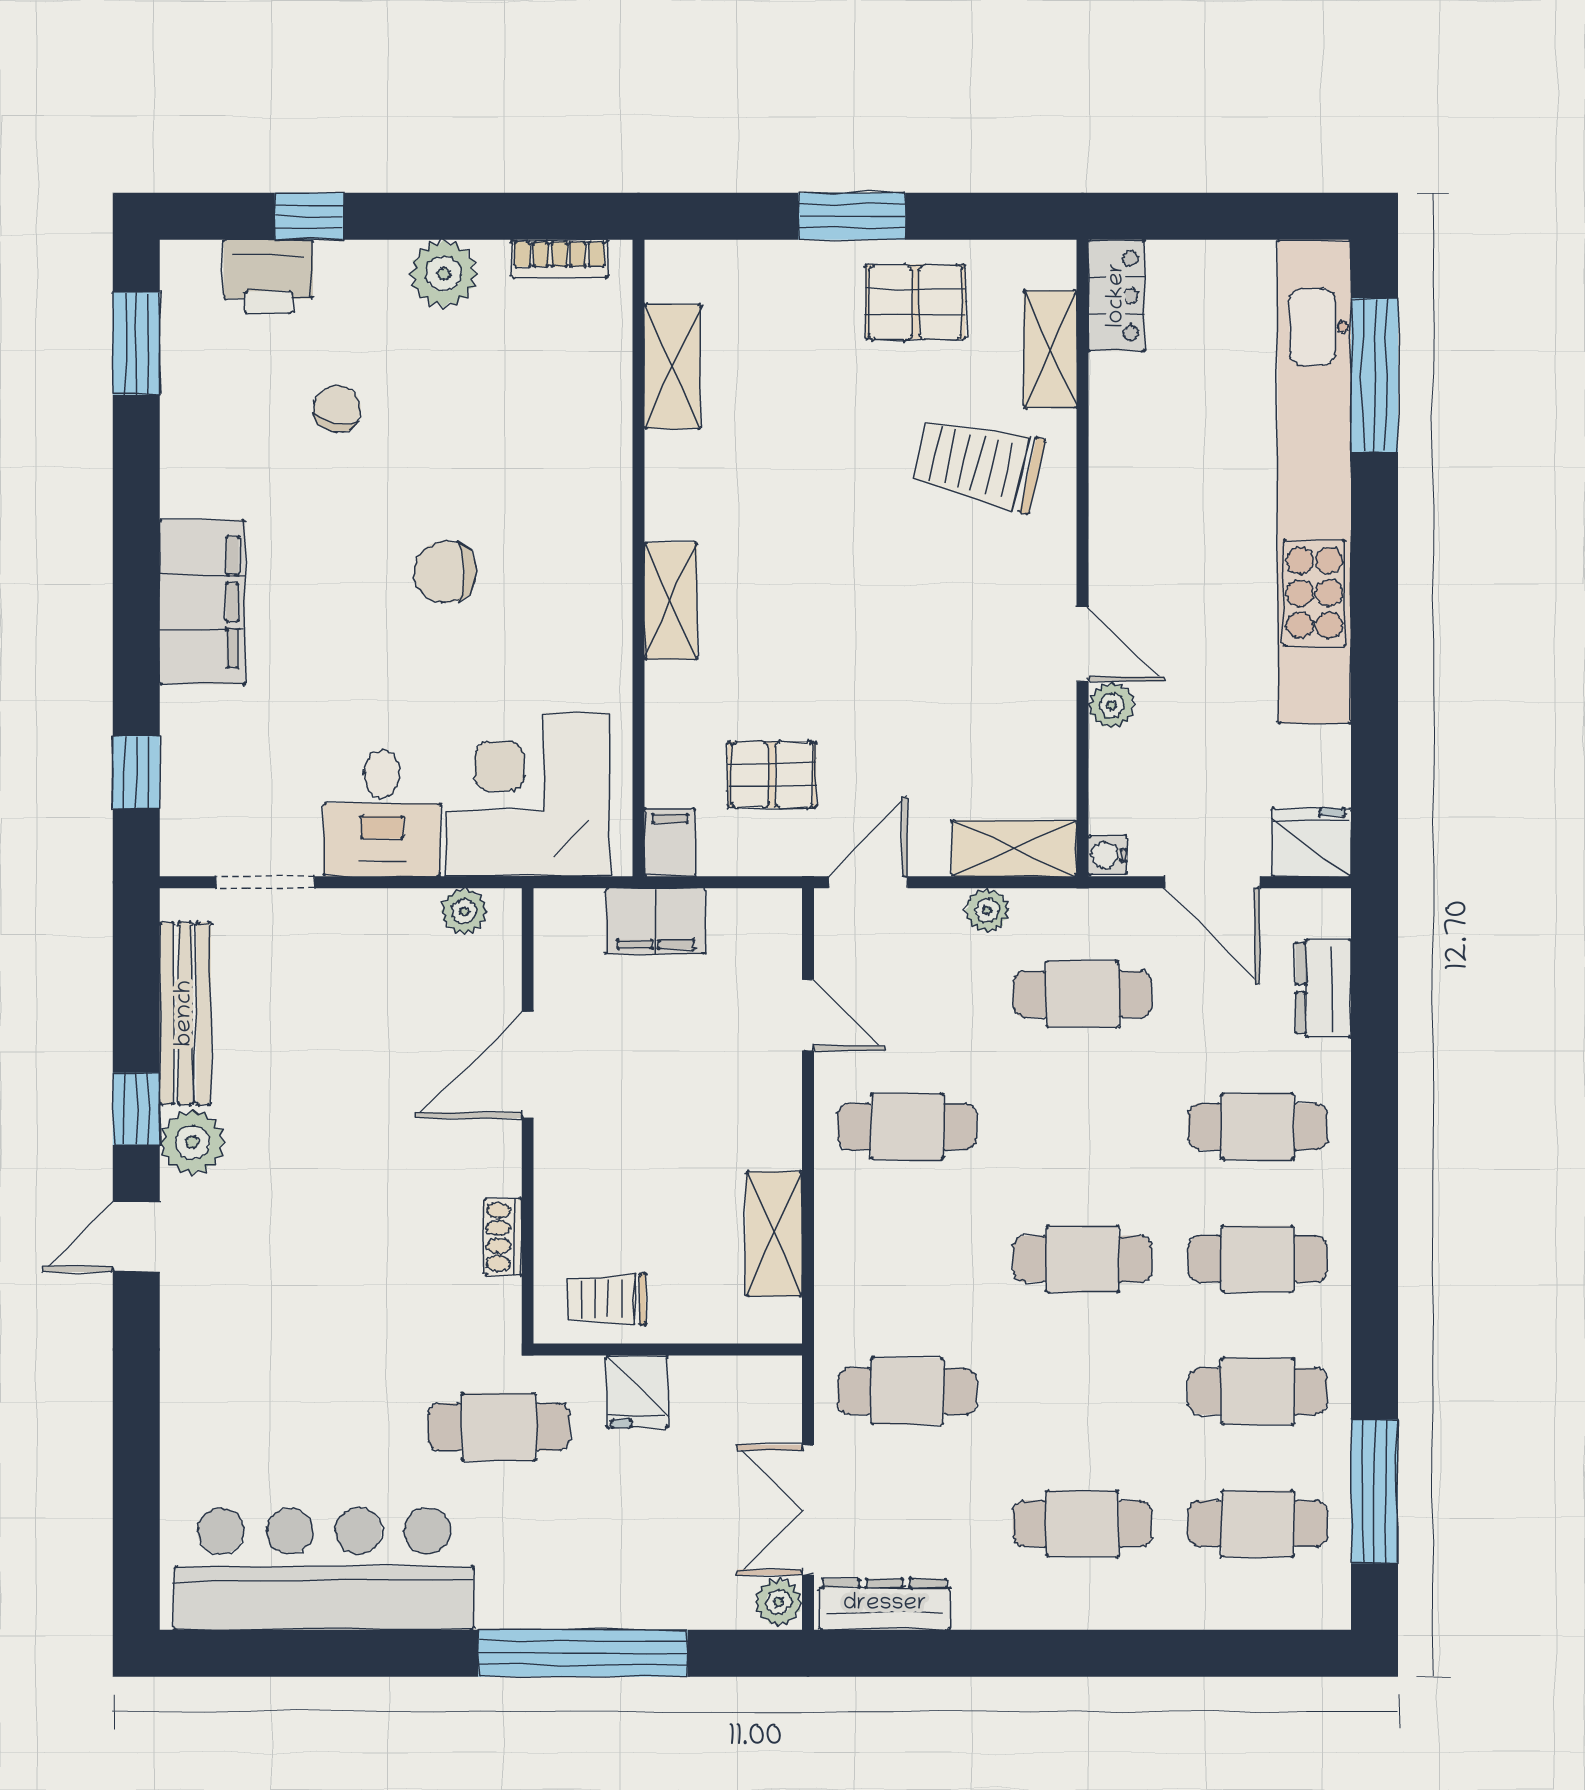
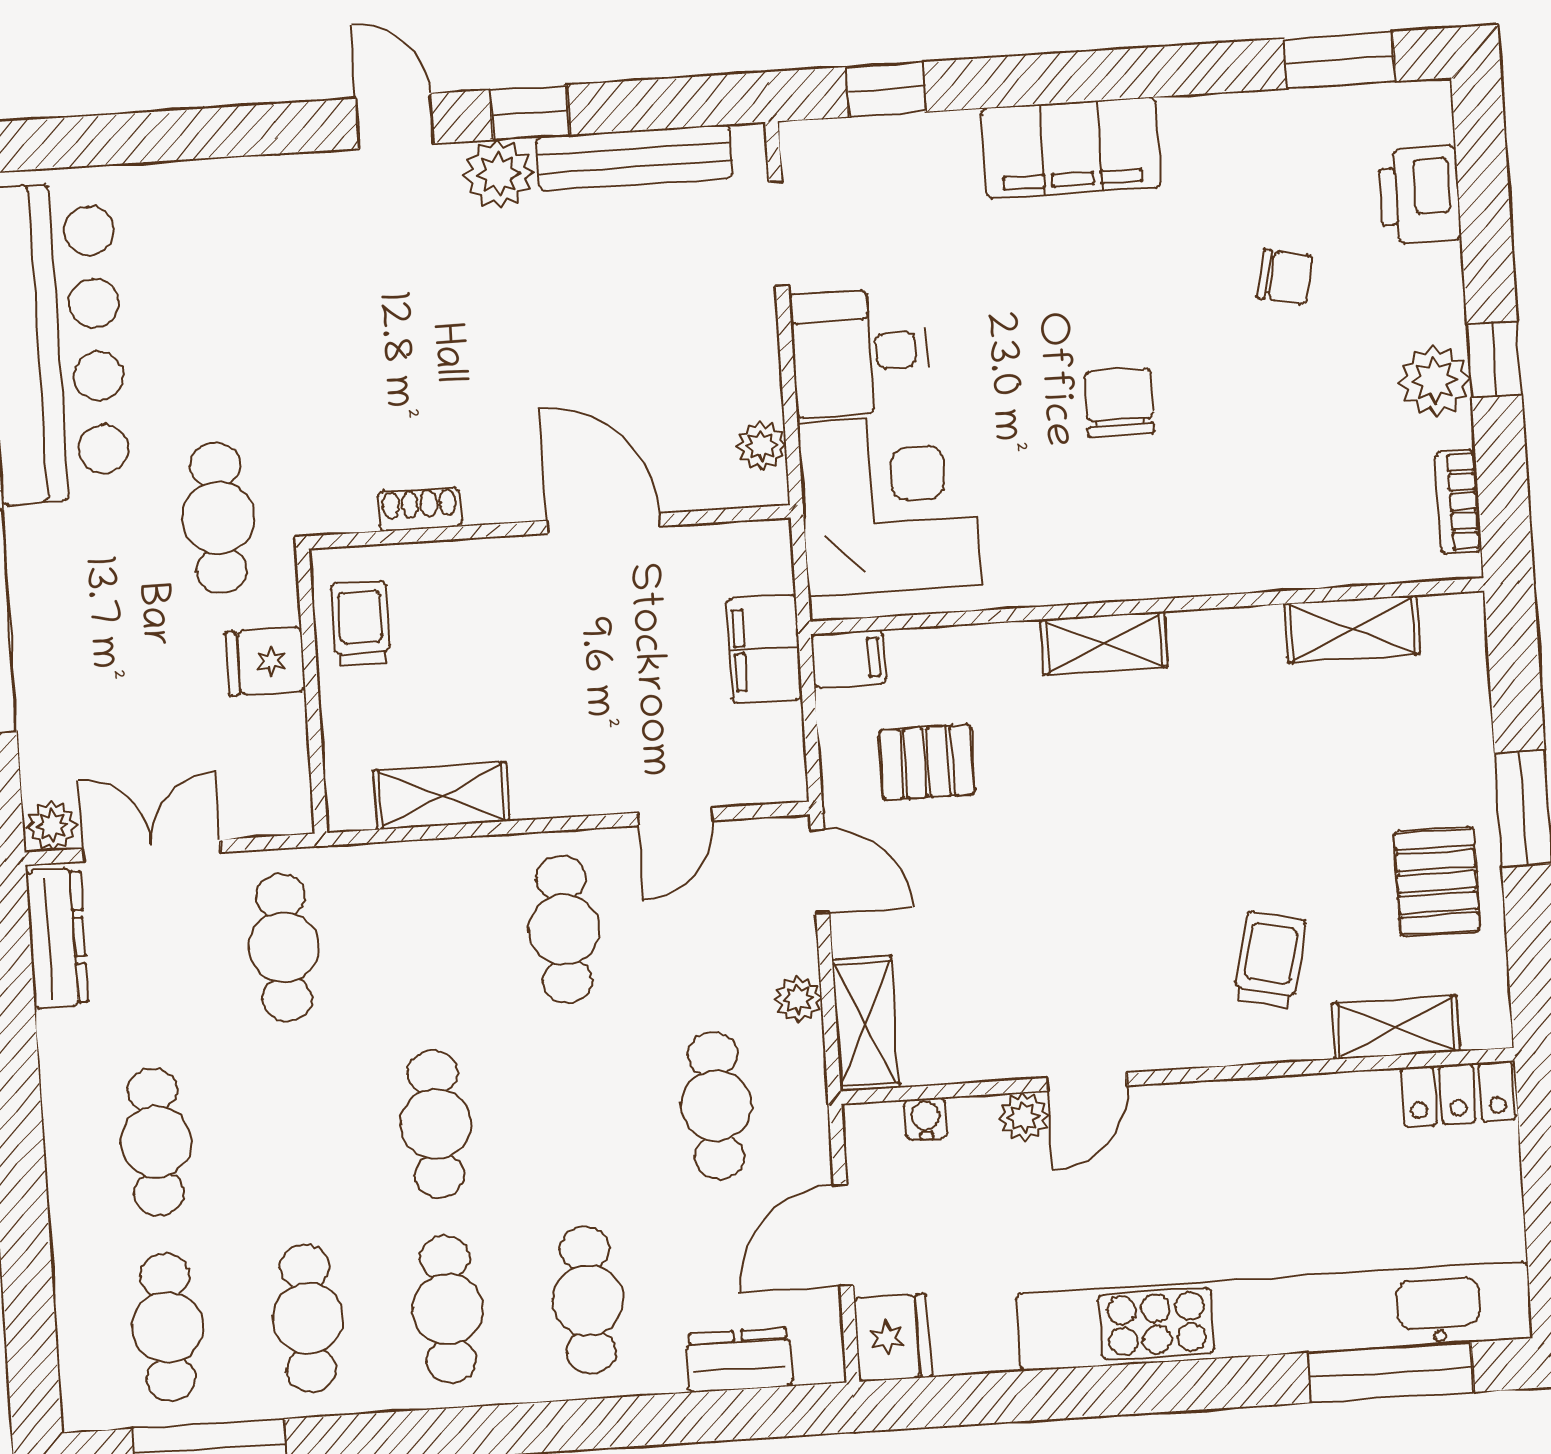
window: (309, 216) -> (1494, 359), moved
trolley: (979, 464) -> (1270, 960), width x0.73, depth x0.72
pallet: (772, 775) -> (927, 762), turned 90
water cooler: (1108, 855) -> (926, 1119), moved

